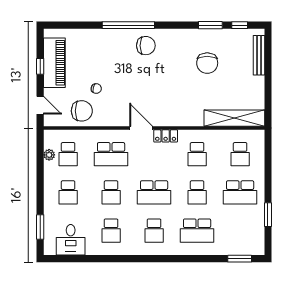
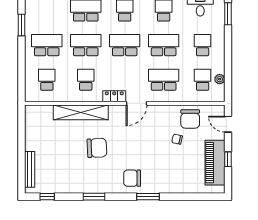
window: (128, 25) -> (148, 197), width x0.47
window: (210, 25) -> (94, 197), moved
chair: (207, 63) -> (97, 148), moved, turned 87
chair: (82, 111) -> (190, 119), turned -90
shelving: (234, 118) -> (81, 112), moved
door: (141, 128) -> (136, 103), hinge flipped
school desk: (111, 192) -> (164, 45), width x1.85
school desk: (197, 192) -> (86, 45), width x1.85

